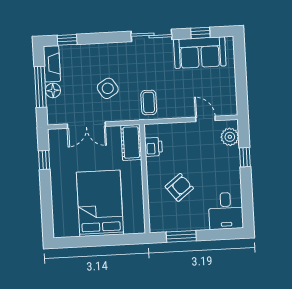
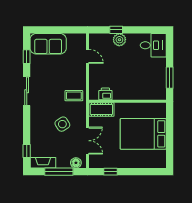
sofa: (200, 53) -> (48, 44), moved, turned 90
floor lamp: (53, 90) -> (76, 163), moved
door: (205, 119) -> (88, 56), swing flipped
plant: (230, 137) -> (119, 40), moved
armchair: (179, 187) -> (135, 77), removed

